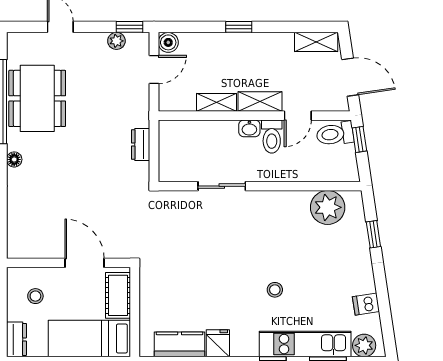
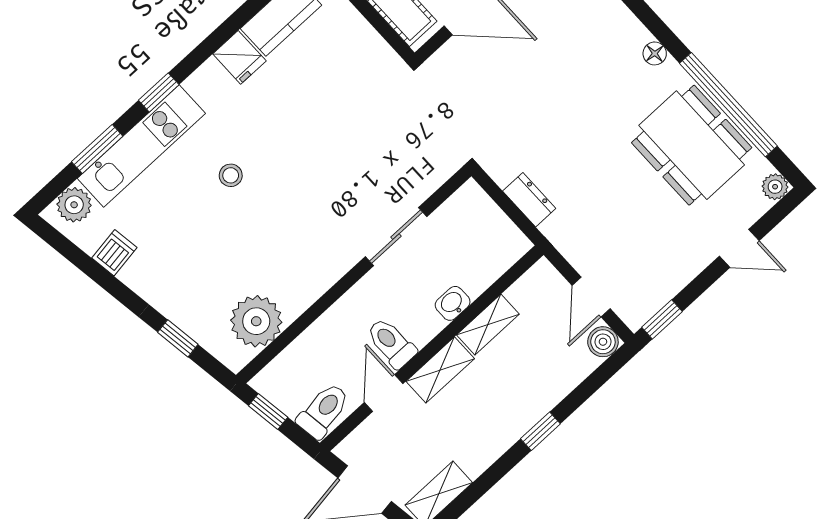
plant: (116, 41) -> (775, 187), moved
washbasin: (249, 128) -> (453, 303), moved
window: (359, 139) -> (268, 411), moved

